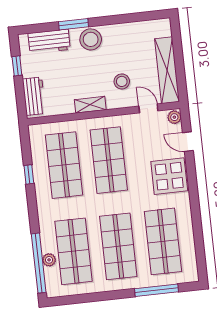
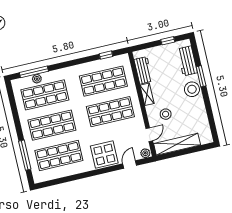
workbench: (34, 96) -> (143, 70), moved, turned -90
window: (29, 174) -> (106, 55), moved
window: (39, 263) -> (34, 72), width x0.68

